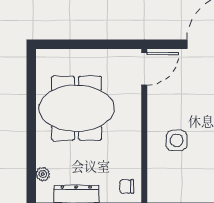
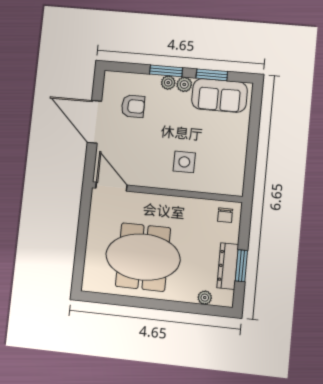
meeting table: (76, 108) -> (143, 257), turned 90

